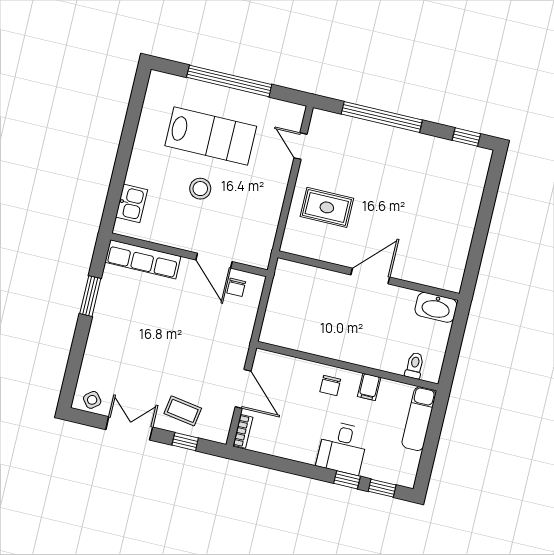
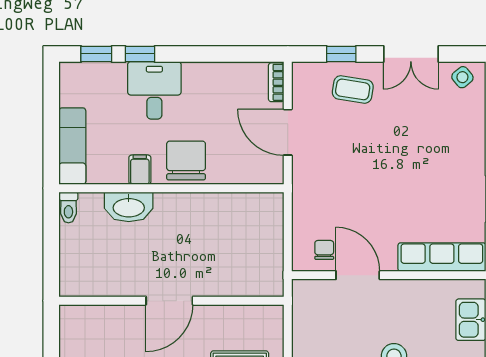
washbasin: (436, 307) -> (129, 207), moved, turned 180
toilet: (414, 366) -> (68, 207), moved
chair: (330, 385) -> (186, 161), width x1.87, depth x1.87

